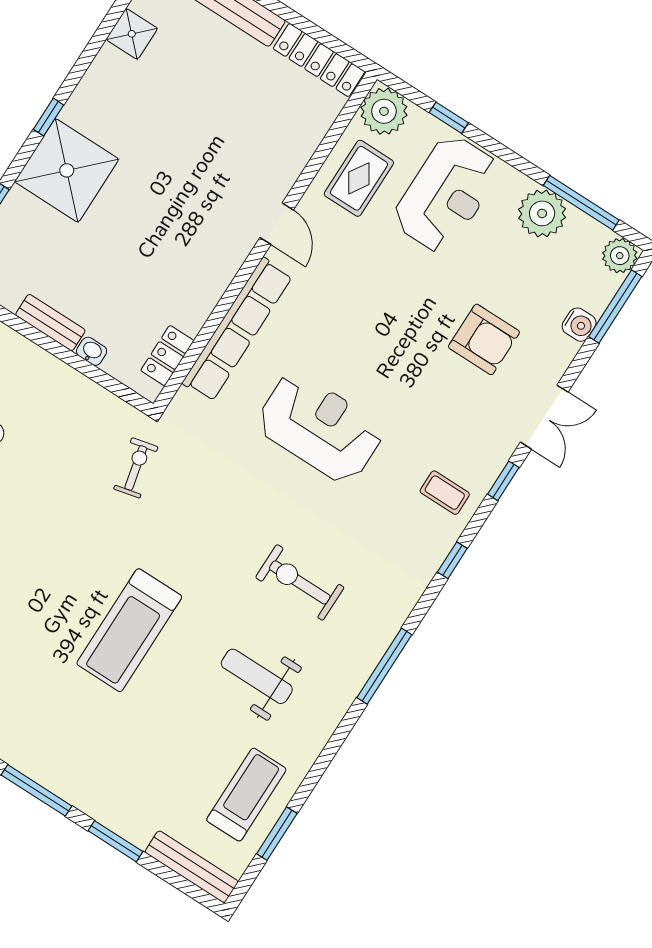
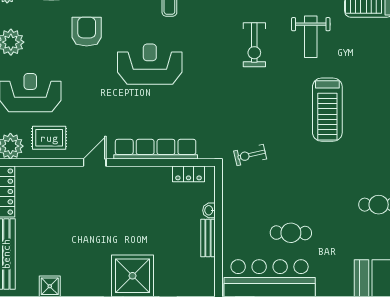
reception desk: (320, 427) -> (150, 64), moved, turned 90
treadmill: (129, 630) -> (327, 110), turned 90

